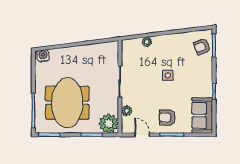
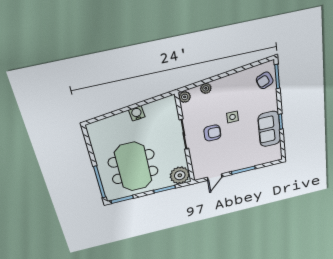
water cooler: (43, 56) -> (137, 113), moved
plant: (127, 111) -> (185, 97), moved
sofa: (202, 115) -> (269, 129), moved
armchair: (167, 118) -> (212, 133), moved, turned 180
door: (142, 135) -> (215, 177), swing flipped

